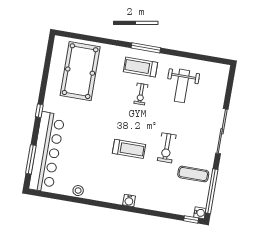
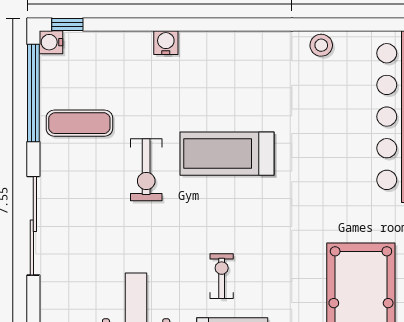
exercise bike: (167, 148) -> (146, 170), turned 180
treadmill: (129, 149) -> (227, 154), width x1.37, depth x1.38
water cooler: (129, 200) -> (166, 43), moved

